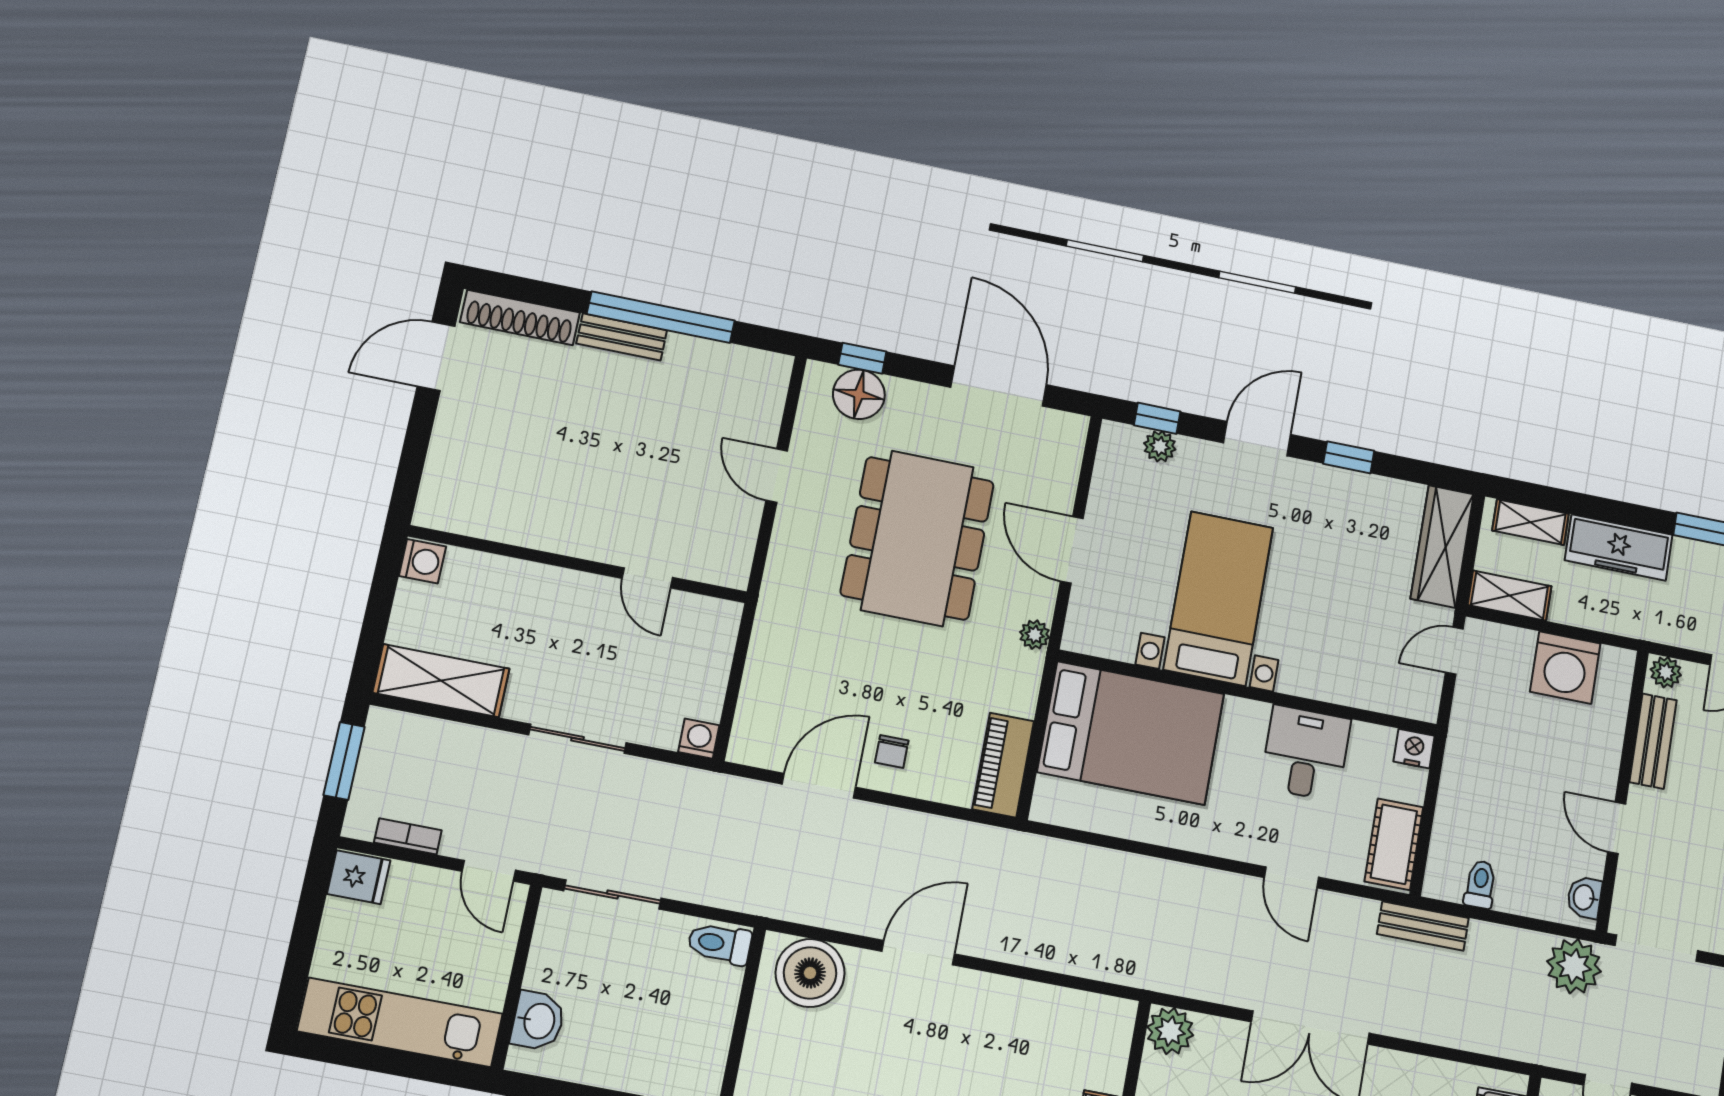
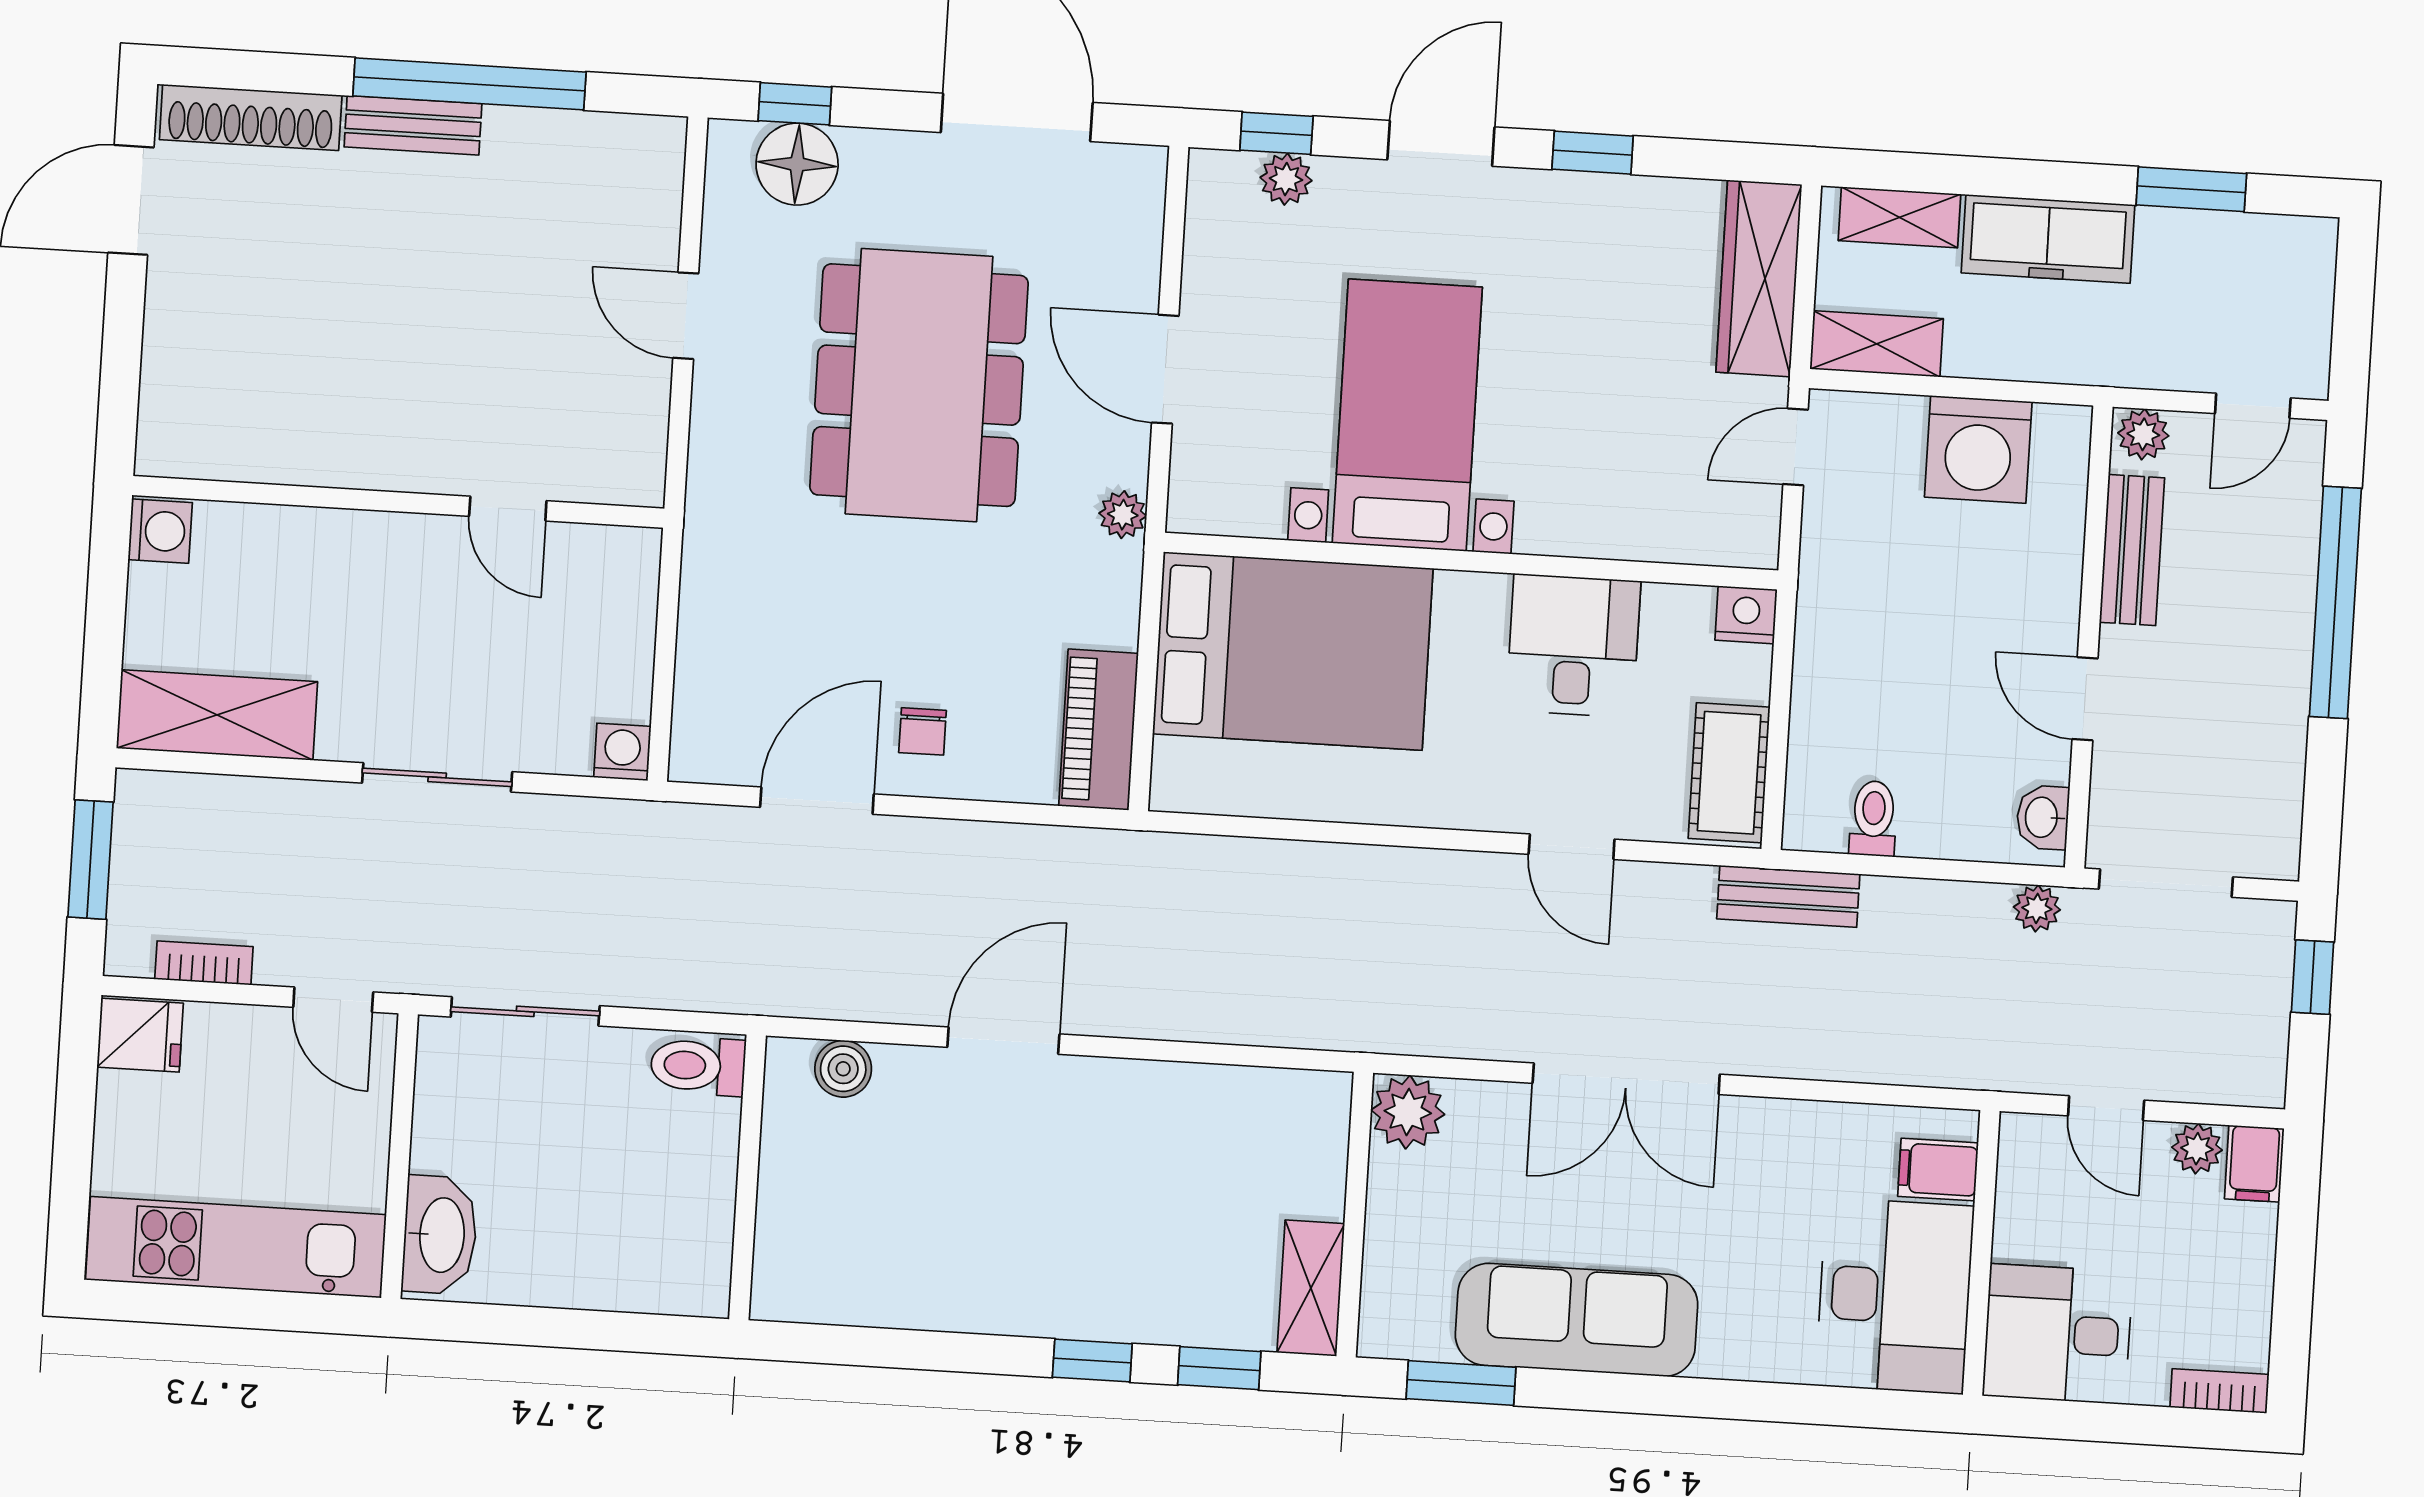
plant: (1574, 966) -> (2037, 908), width x0.53, depth x0.53
boiler: (810, 973) -> (843, 1069), width x0.54, depth x0.54
washbasin: (538, 1021) -> (440, 1235), width x1.38

